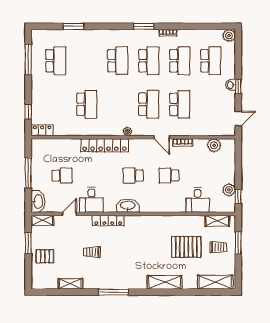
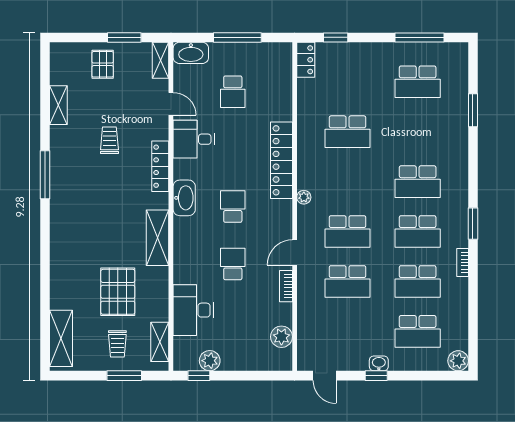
desk: (198, 200) -> (193, 310), width x1.37
shelving: (165, 282) -> (158, 238), moved

